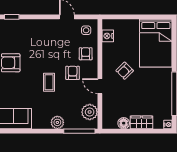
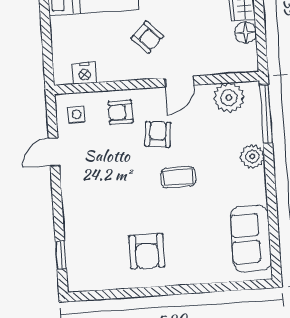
armchair: (73, 73) -> (158, 134), turned 96

